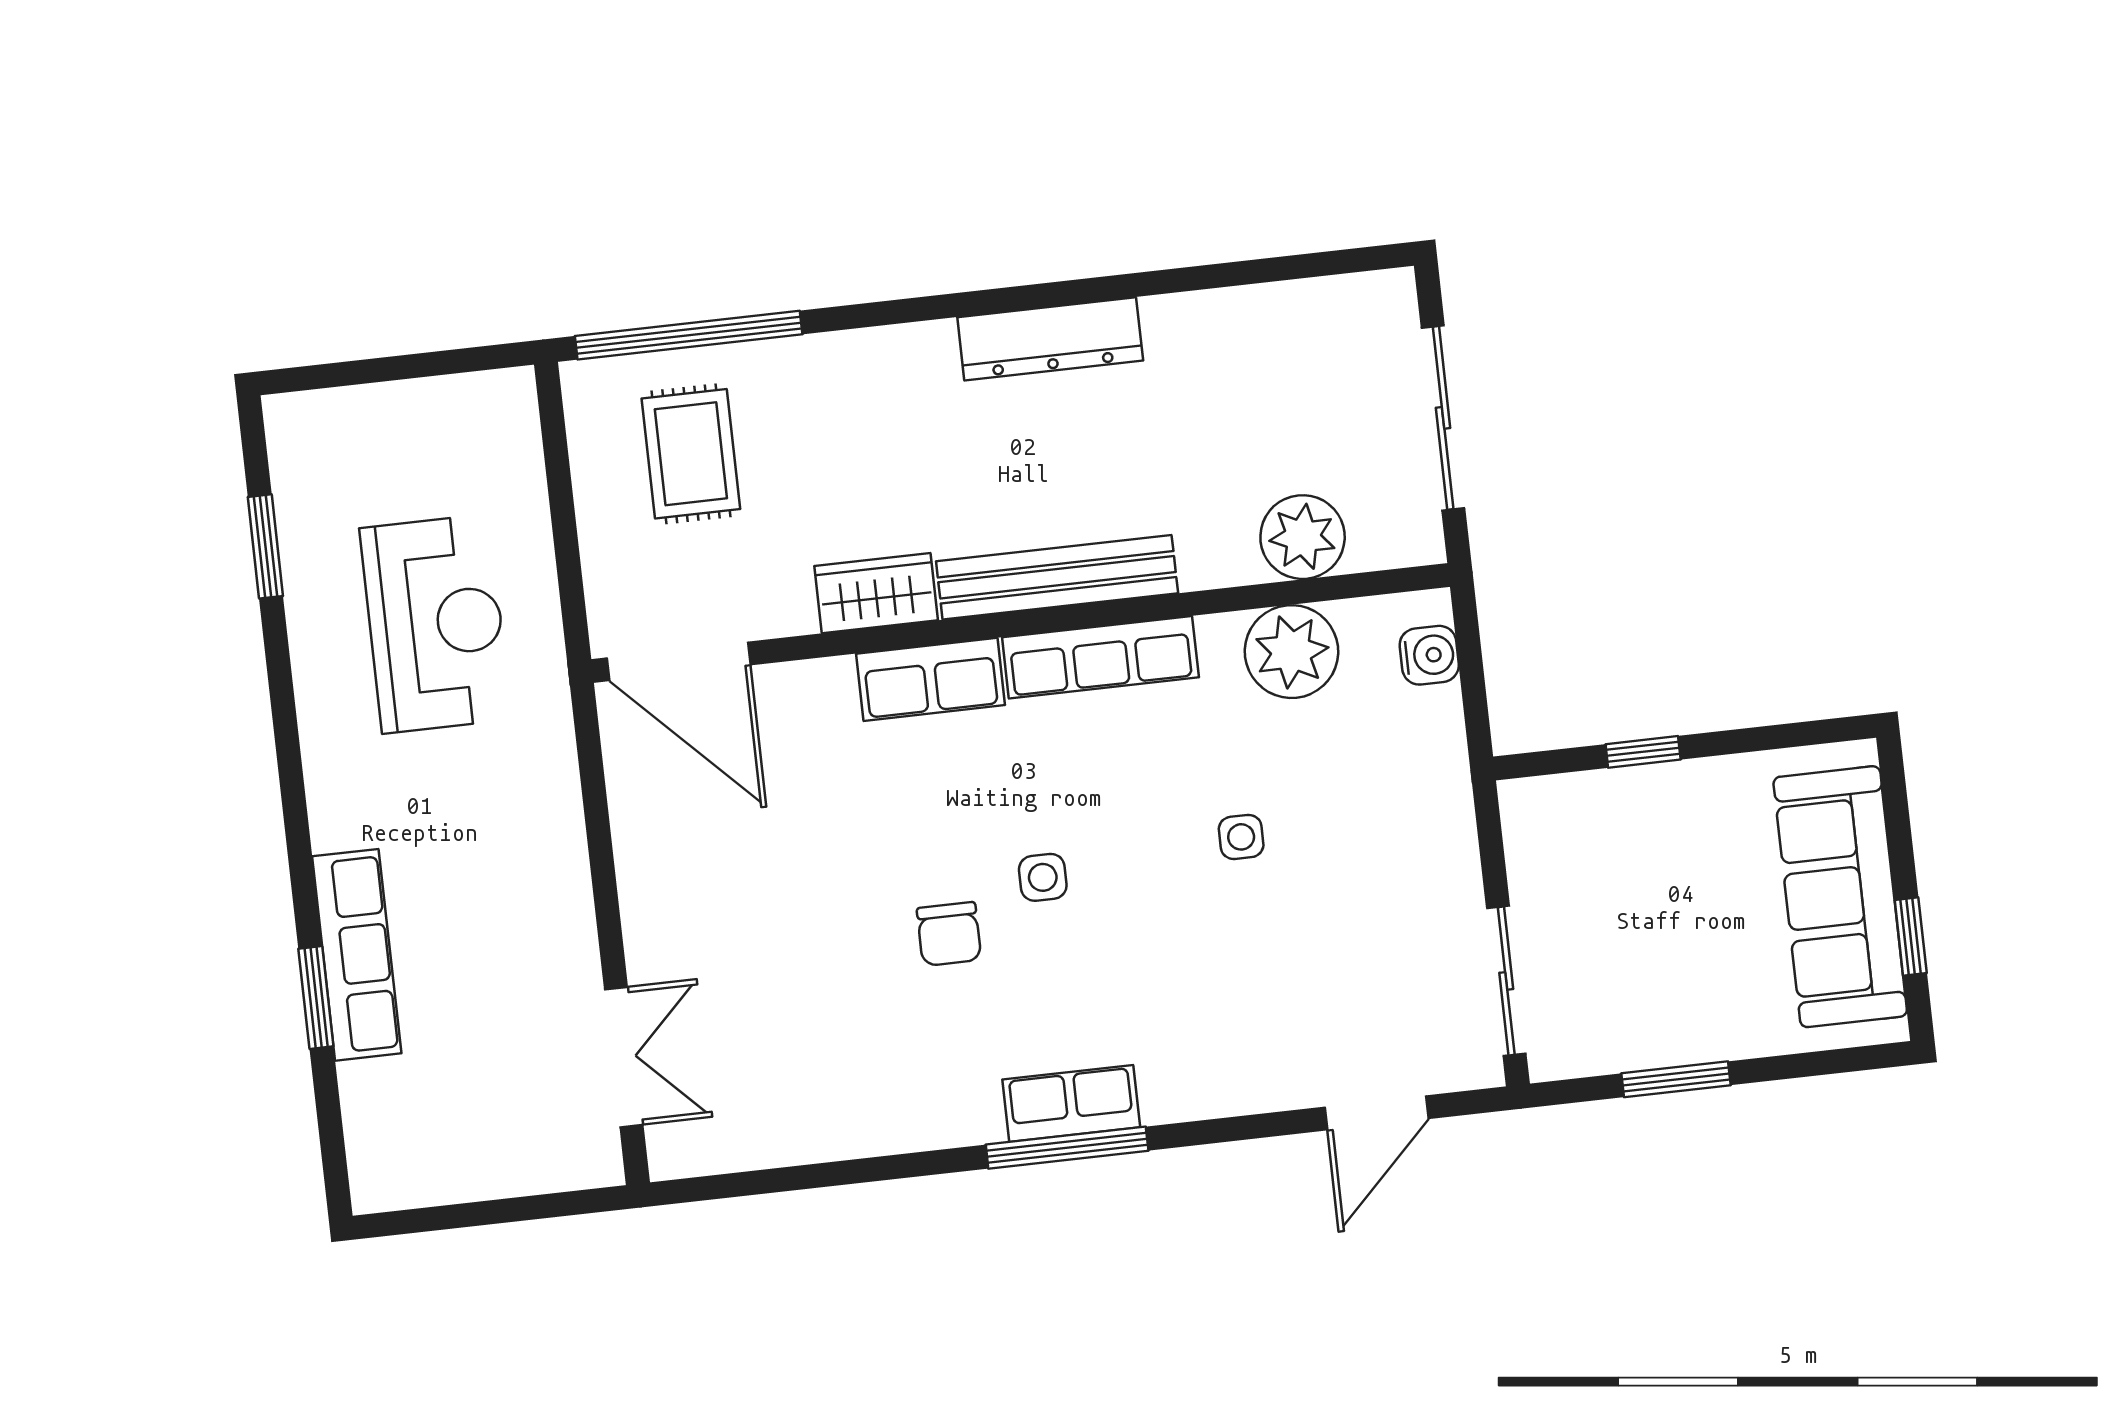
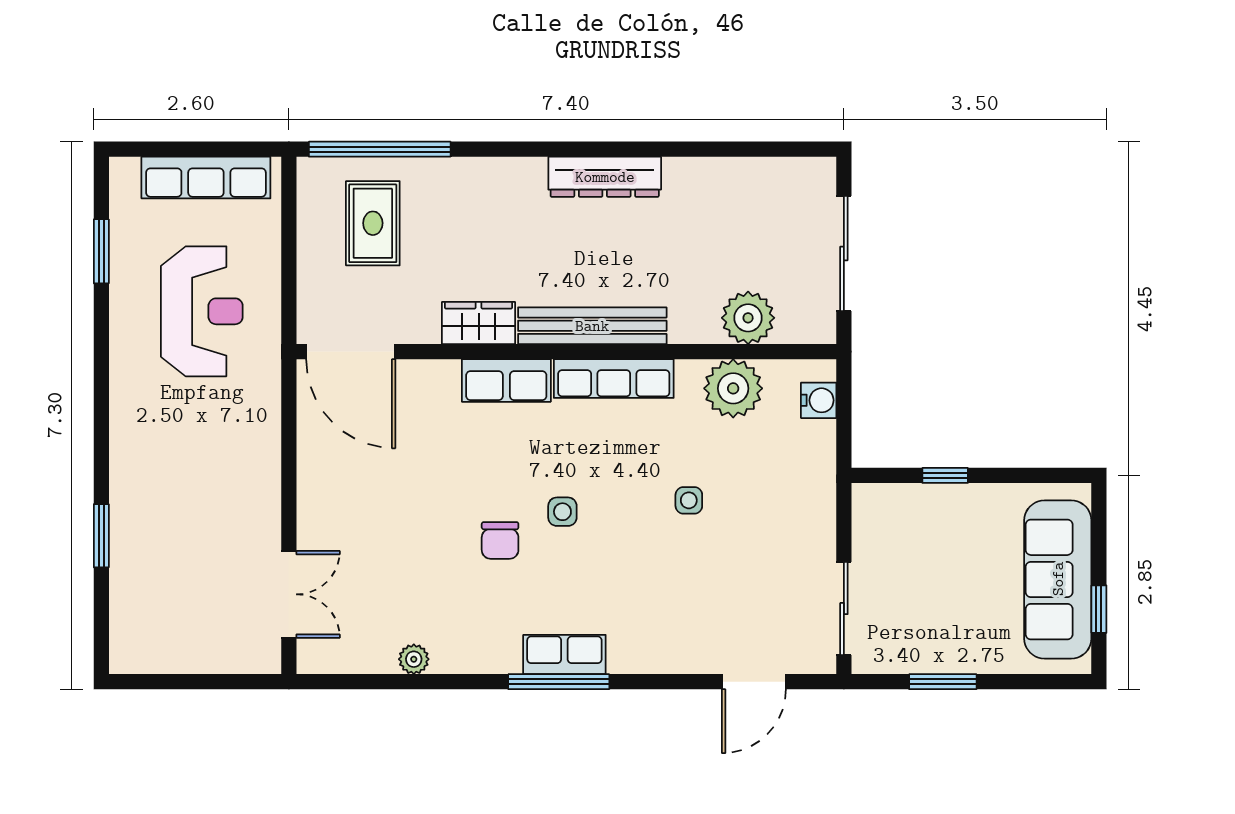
row of seats: (357, 955) -> (206, 178), moved, turned 90
plant: (833, 1138) -> (414, 659), added

